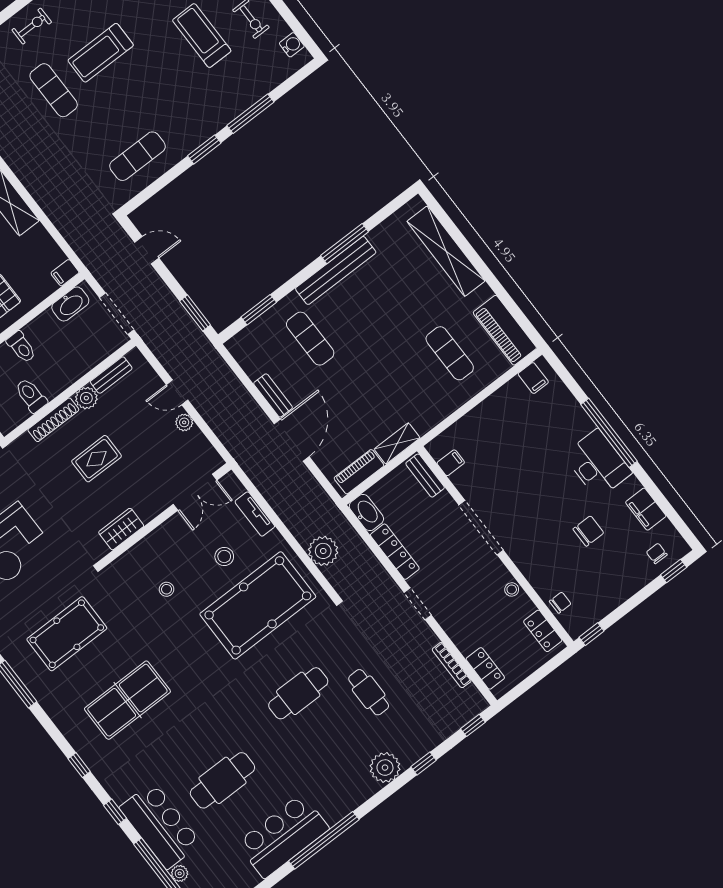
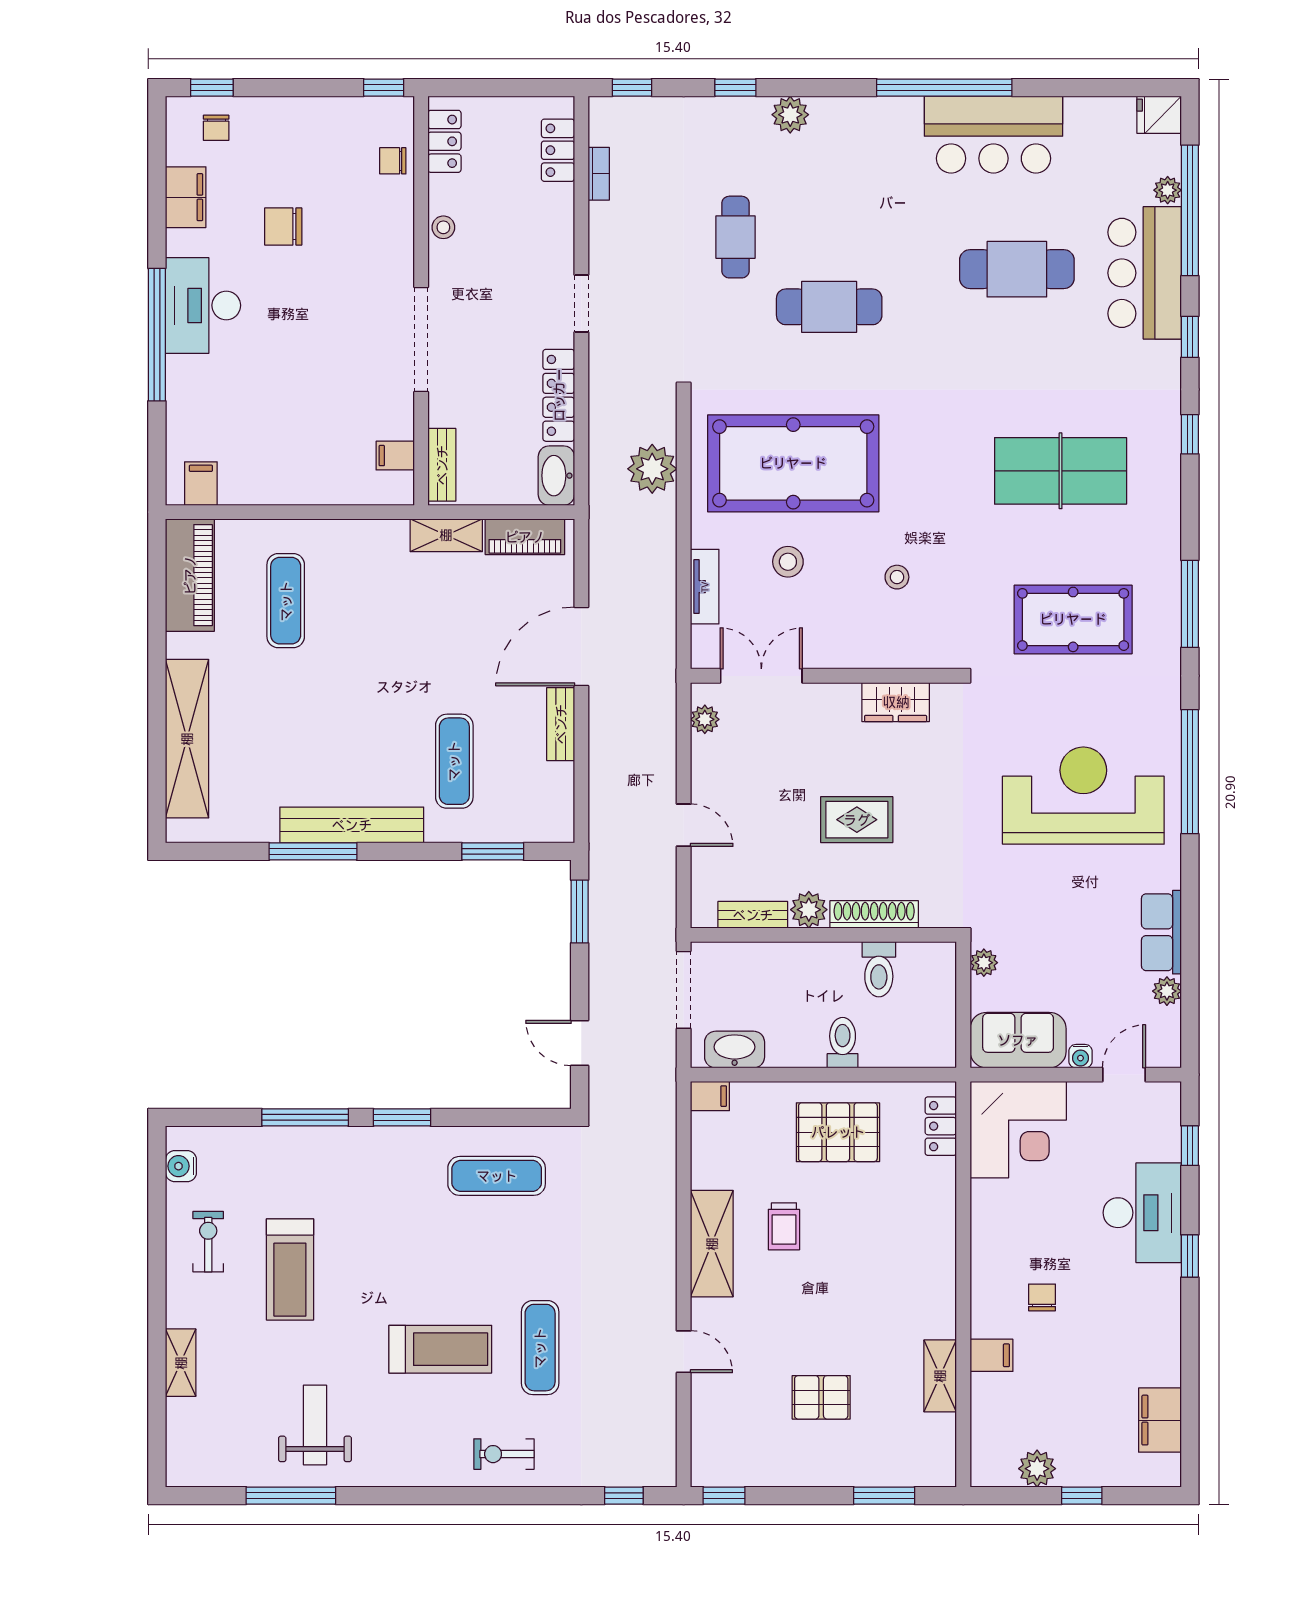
plant: (184, 422) -> (705, 719), moved
bookcase: (452, 665) -> (599, 174), width x0.64
plant: (385, 768) -> (790, 115), width x0.73, depth x0.73

